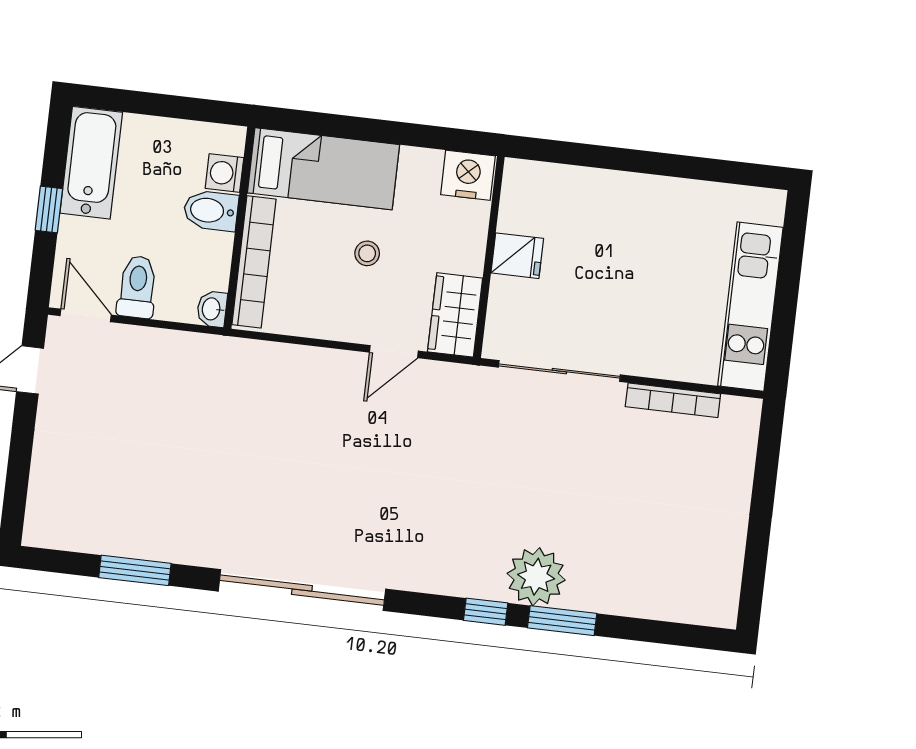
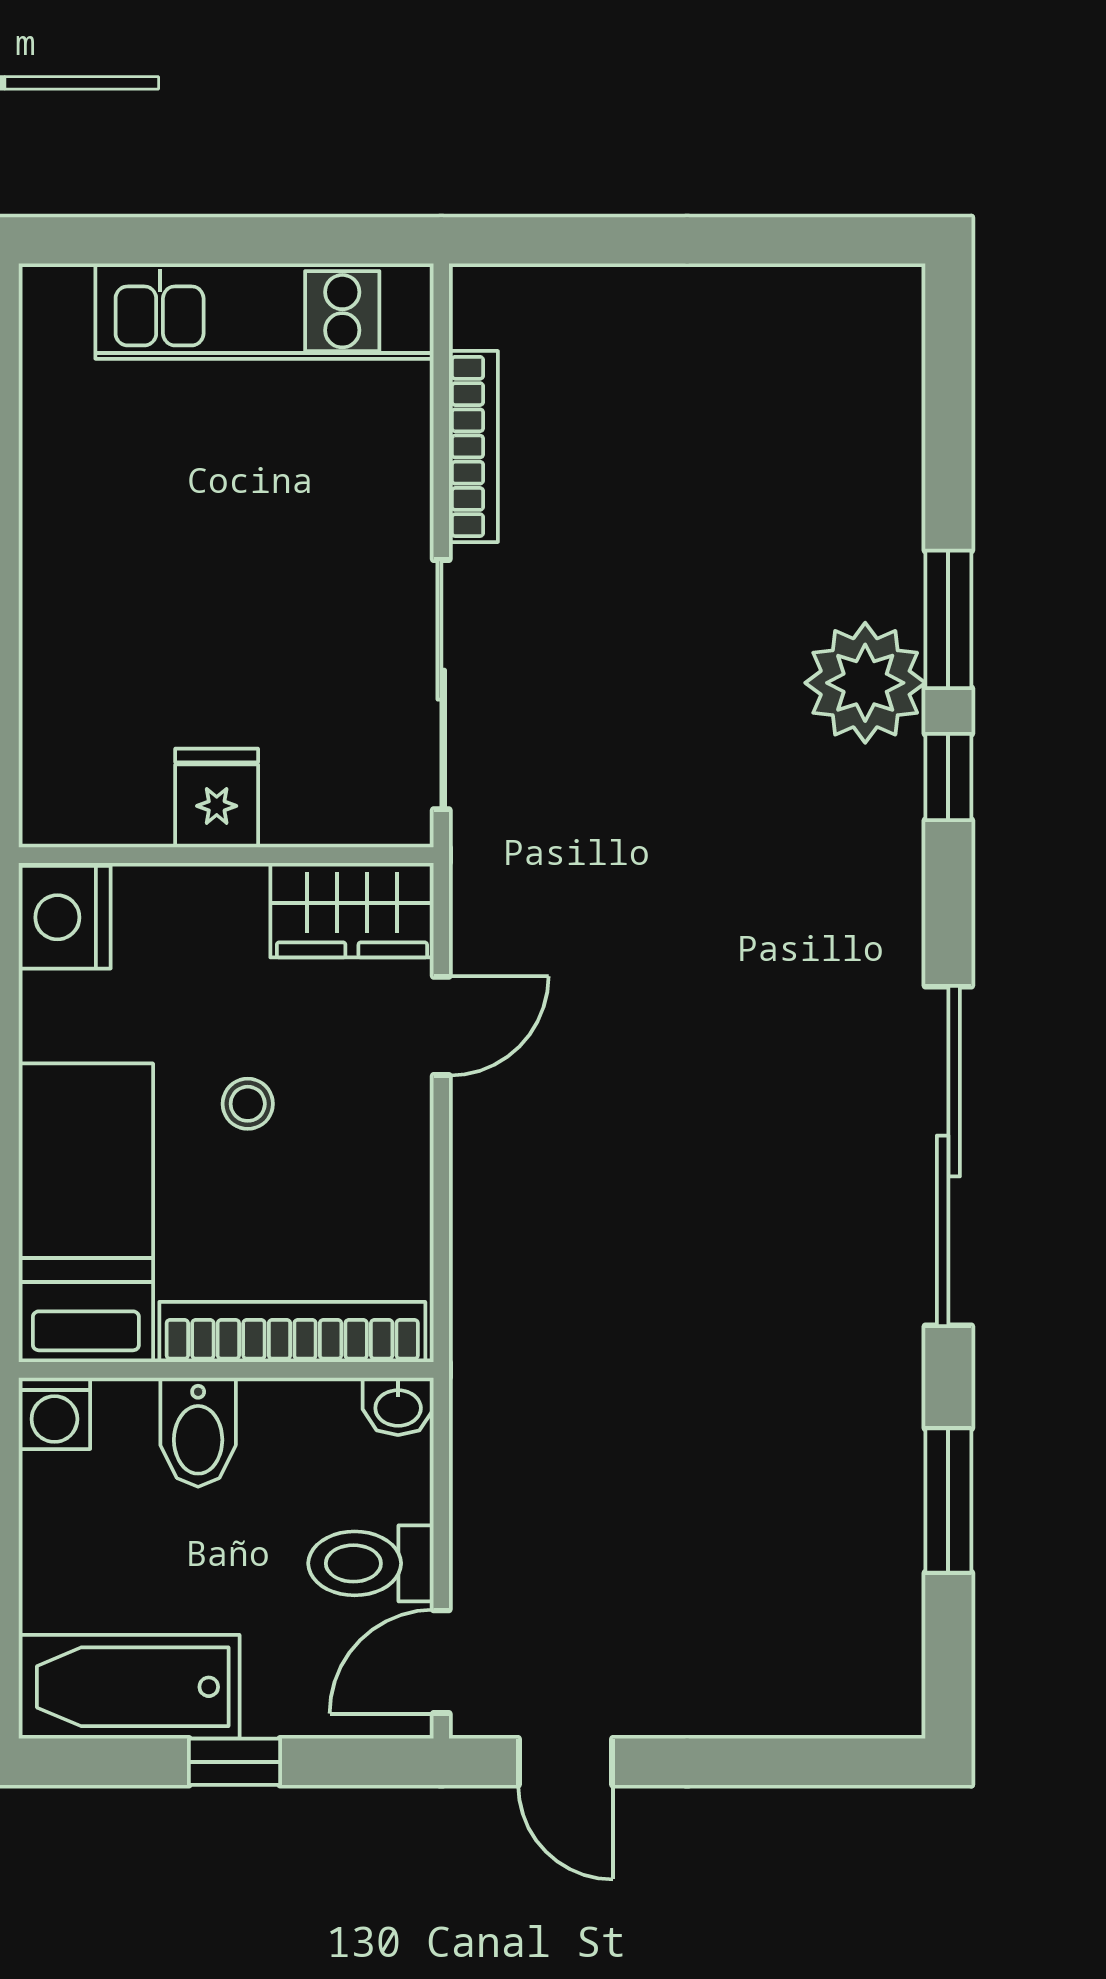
washing machine: (224, 173) -> (54, 1413), moved
door: (394, 352) -> (441, 1026), hinge flipped

